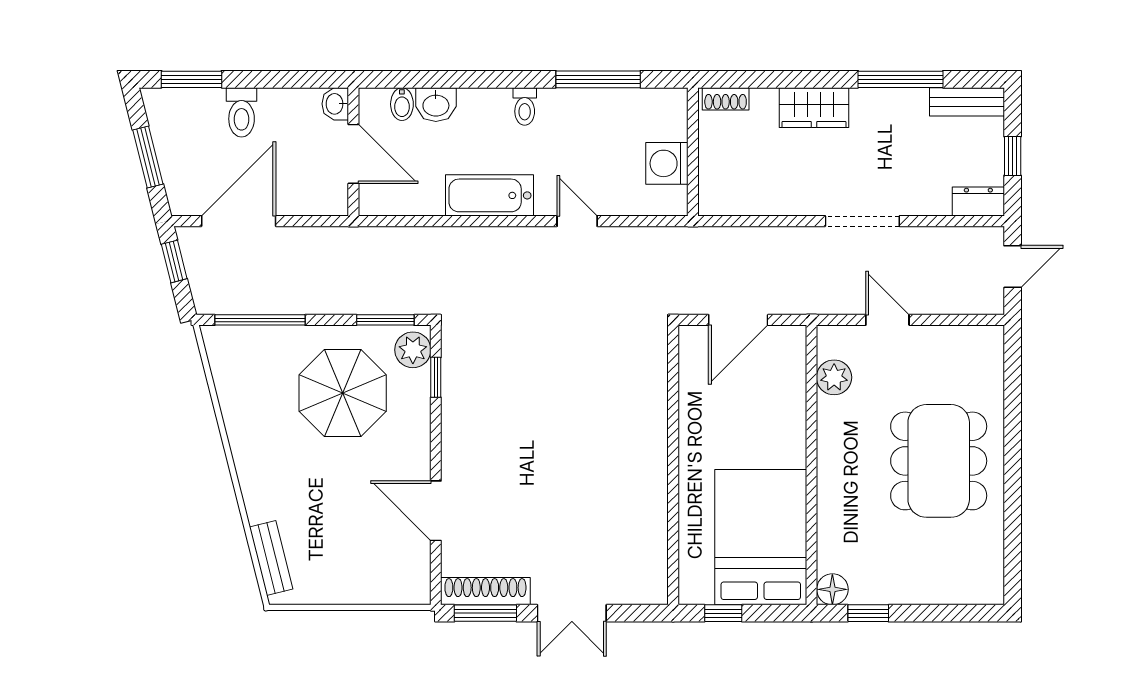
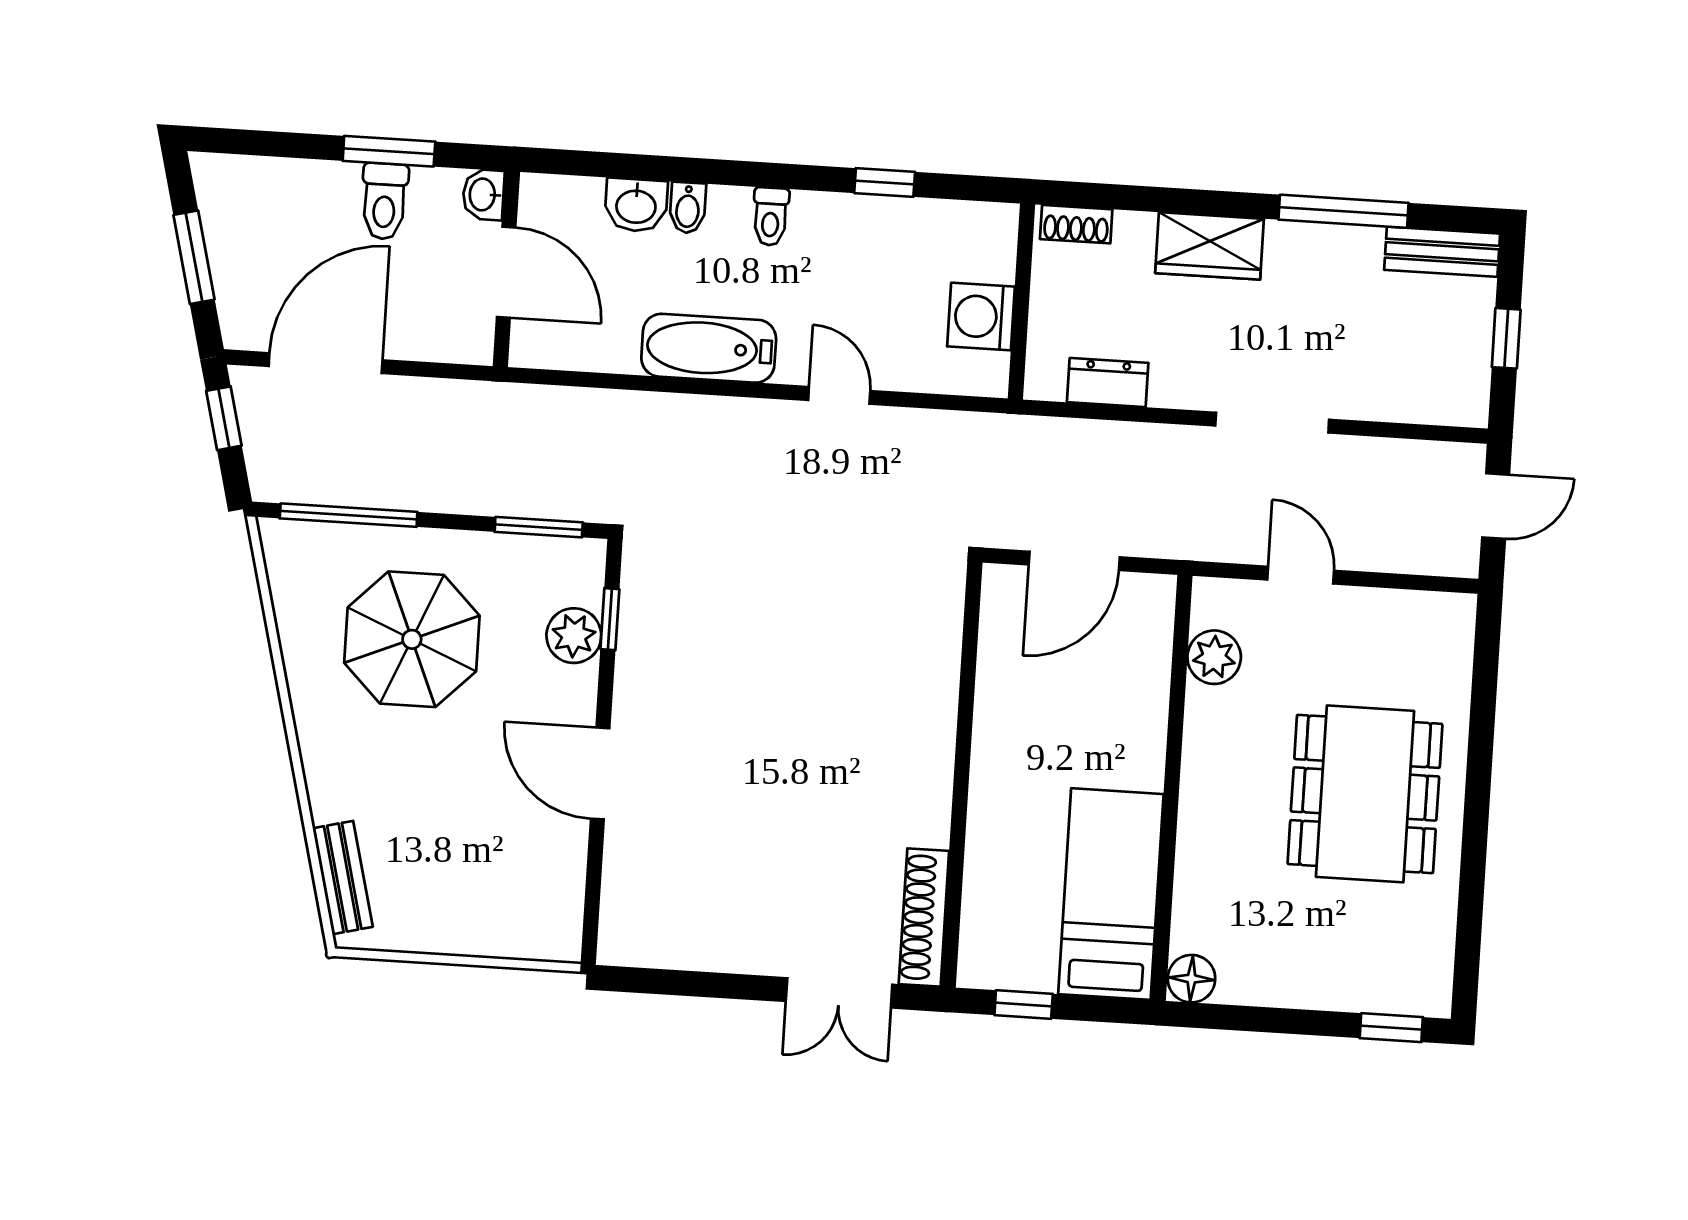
window: (192, 79) -> (389, 151), moved
window: (598, 79) -> (885, 182), width x0.46
bidet: (402, 104) -> (688, 208), moved
toilet: (242, 112) -> (384, 201), moved
dresser: (978, 202) -> (1108, 383), moved
plant: (413, 350) -> (574, 636), moved
parasol: (343, 393) -> (412, 639), moved
door: (436, 511) -> (600, 773), moved
bed: (761, 537) -> (1111, 894), width x0.67
shoe rack: (485, 591) -> (924, 918), moved, turned -90
window: (485, 613) -> (663, 982), removed
double door: (572, 613) -> (839, 993), moved
window: (868, 613) -> (1391, 1028), moved

